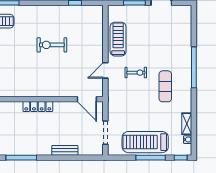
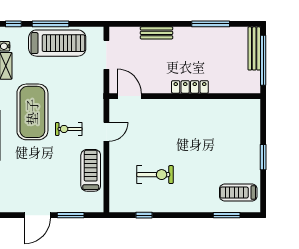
treadmill: (118, 39) -> (91, 170), turned 180
exercise bike: (52, 45) -> (155, 175), moved
exercise mat: (165, 86) -> (32, 112), width x2.00, depth x1.45

